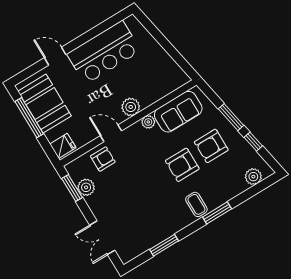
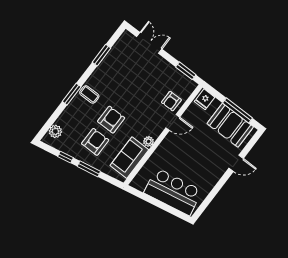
bar counter: (104, 52) -> (173, 192), moved, turned 79
plant: (131, 107) -> (166, 147), removed
plant: (86, 187) -> (176, 75), removed

